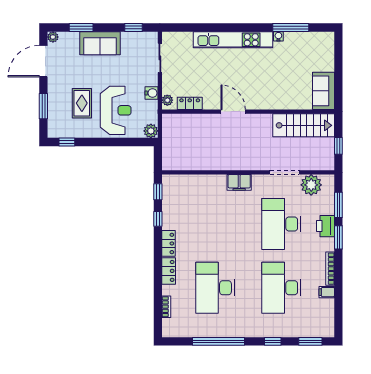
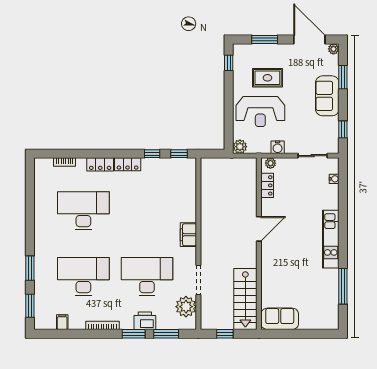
water cooler: (278, 36) -> (334, 179), moved
kitchen unit: (233, 40) -> (331, 239), width x0.73
filing cabinet: (327, 292) -> (62, 322), moved
window: (218, 341) -> (30, 214), removed
window: (273, 341) -> (30, 268), width x1.50

